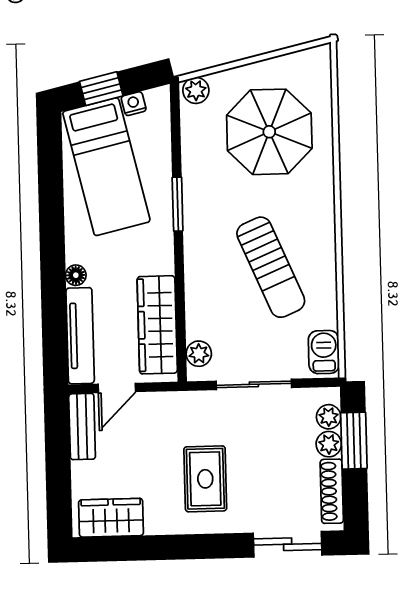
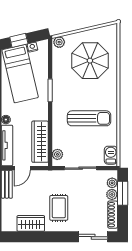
sun lounger: (271, 267) -> (89, 118), turned -67
wardrobe: (111, 518) -> (31, 223), moved

